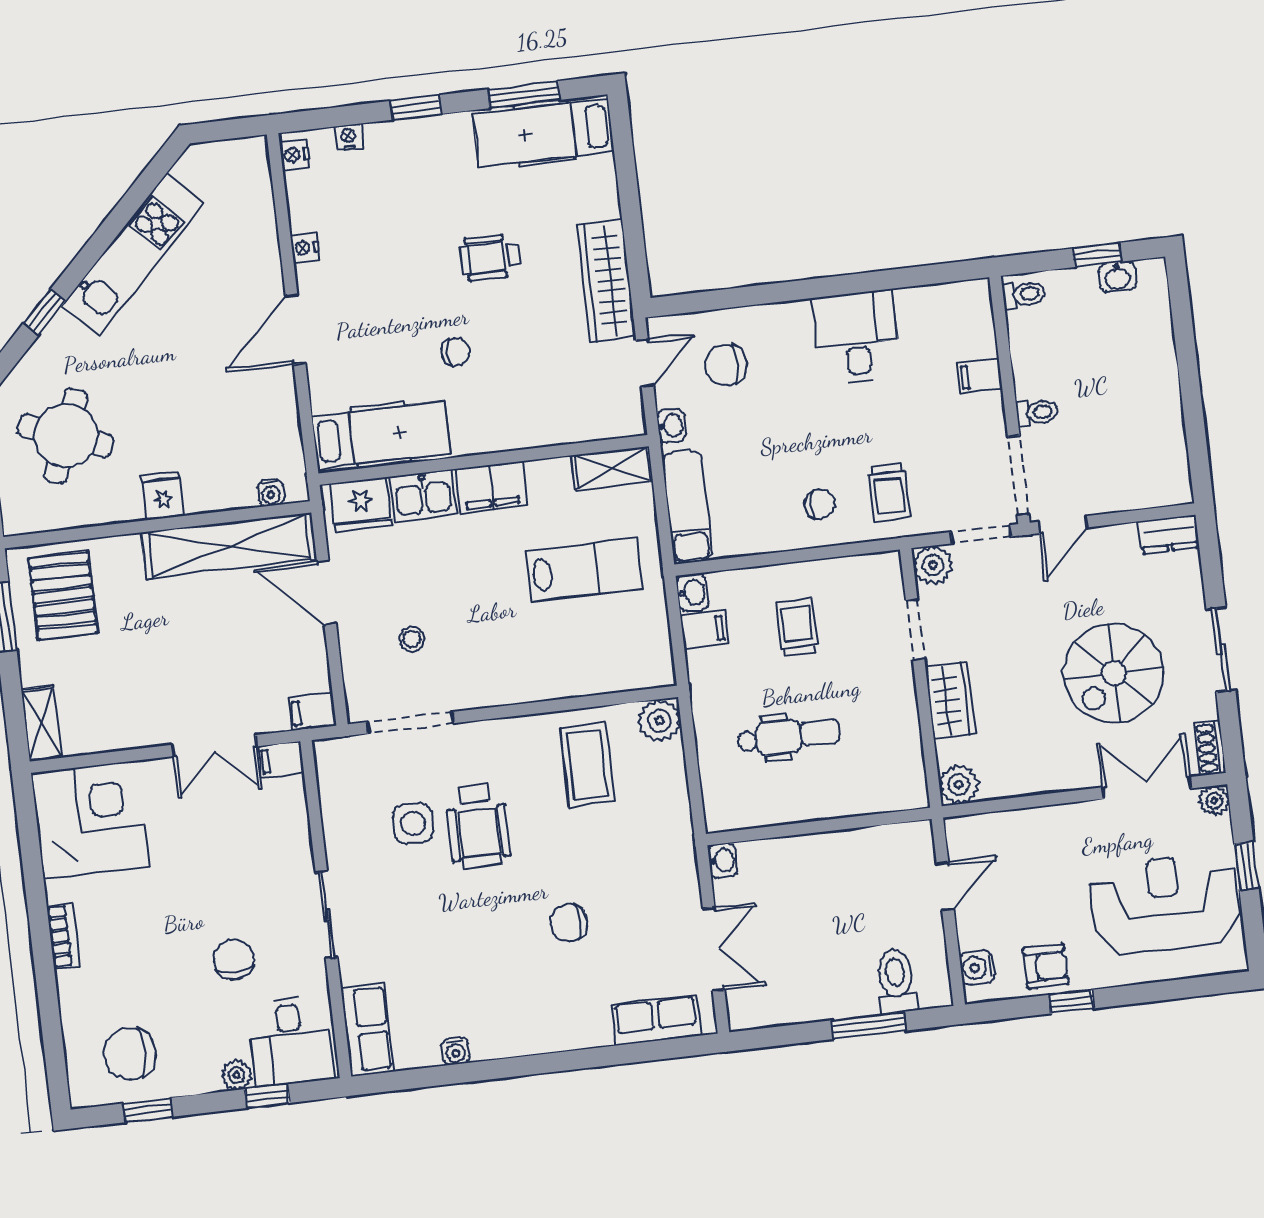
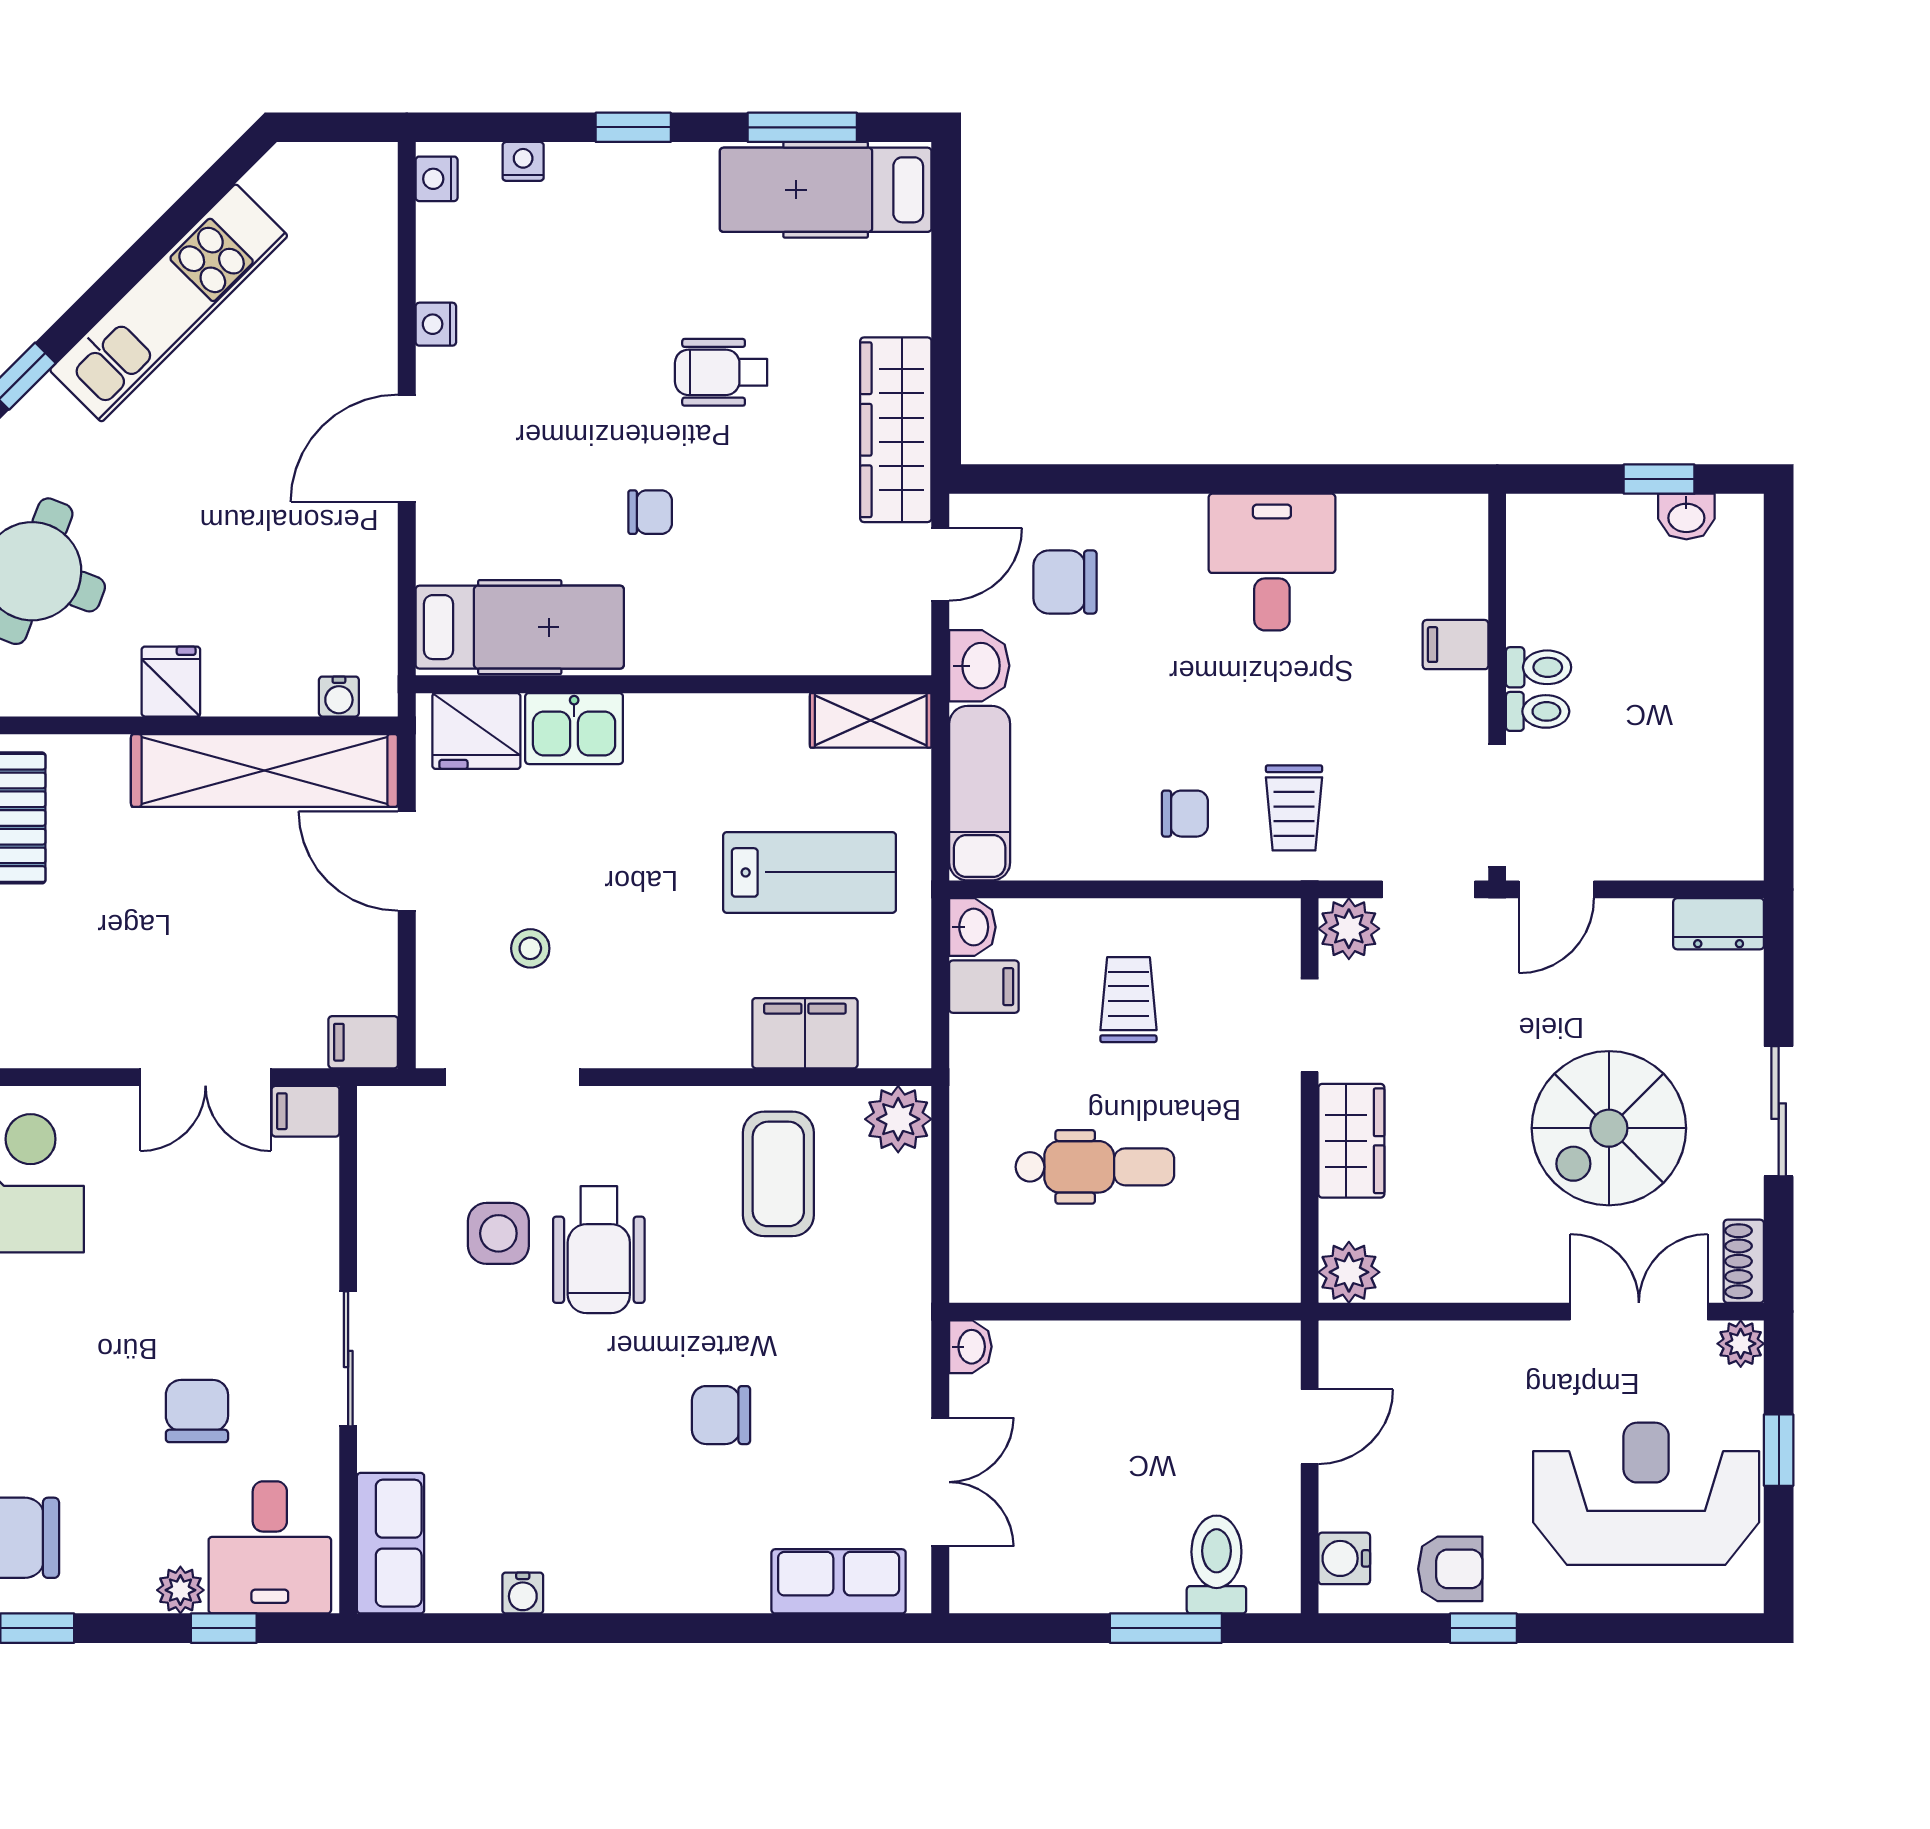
toilet: (1024, 295) -> (1539, 667), moved
washbasin: (671, 426) -> (979, 666), width x1.38, depth x1.45
filing cabinet: (491, 487) -> (805, 1033), moved, turned 180

